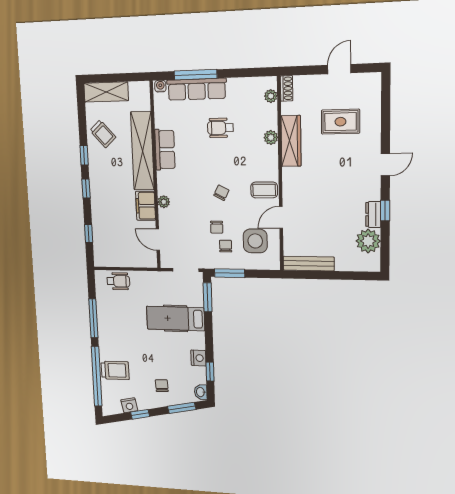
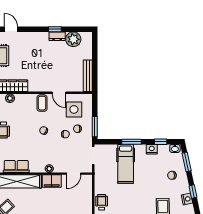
door: (385, 165) -> (11, 29), moved
window: (208, 297) -> (132, 142), moved

